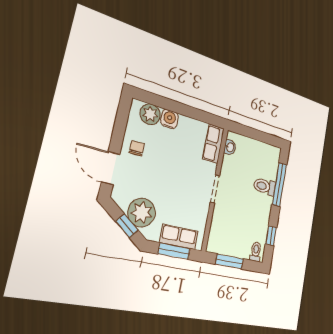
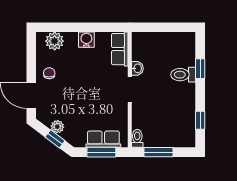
water cooler: (169, 119) -> (86, 40), moved
washbasin: (230, 147) -> (137, 68), moved
window: (279, 185) -> (200, 69), width x0.46
plant: (142, 213) -> (57, 127), width x0.53, depth x0.53
toilet: (256, 252) -> (137, 138), moved

